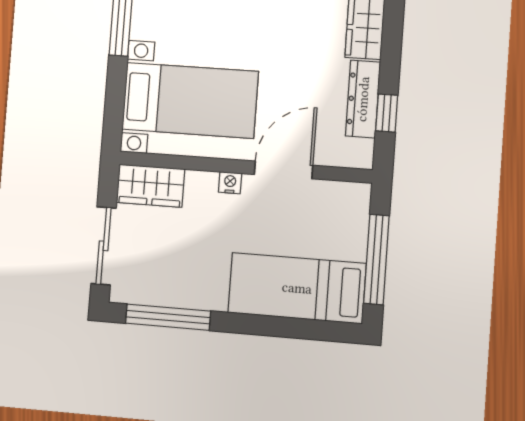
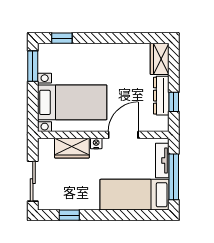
wardrobe: (150, 186) -> (72, 148), moved
tv unit: (356, 226) -> (162, 161), added
window: (168, 317) -> (69, 215), width x0.46

